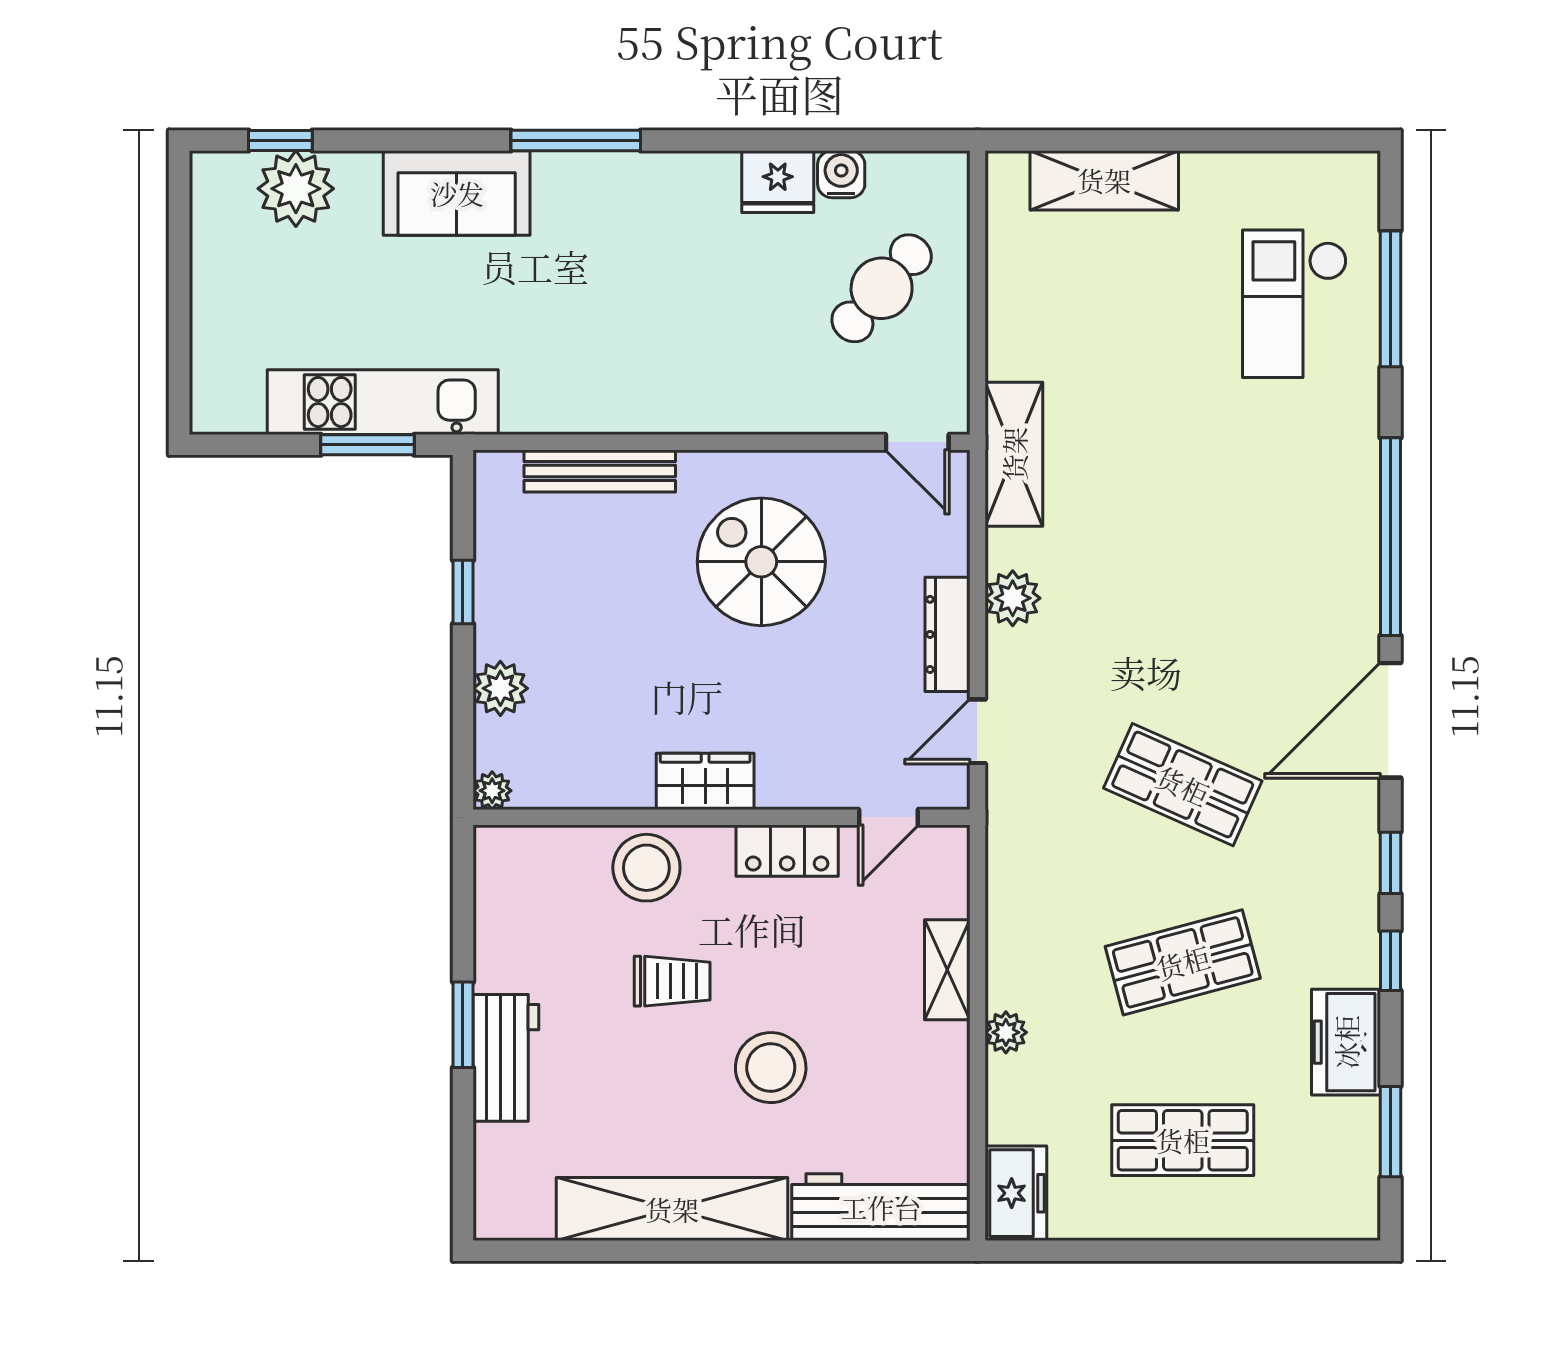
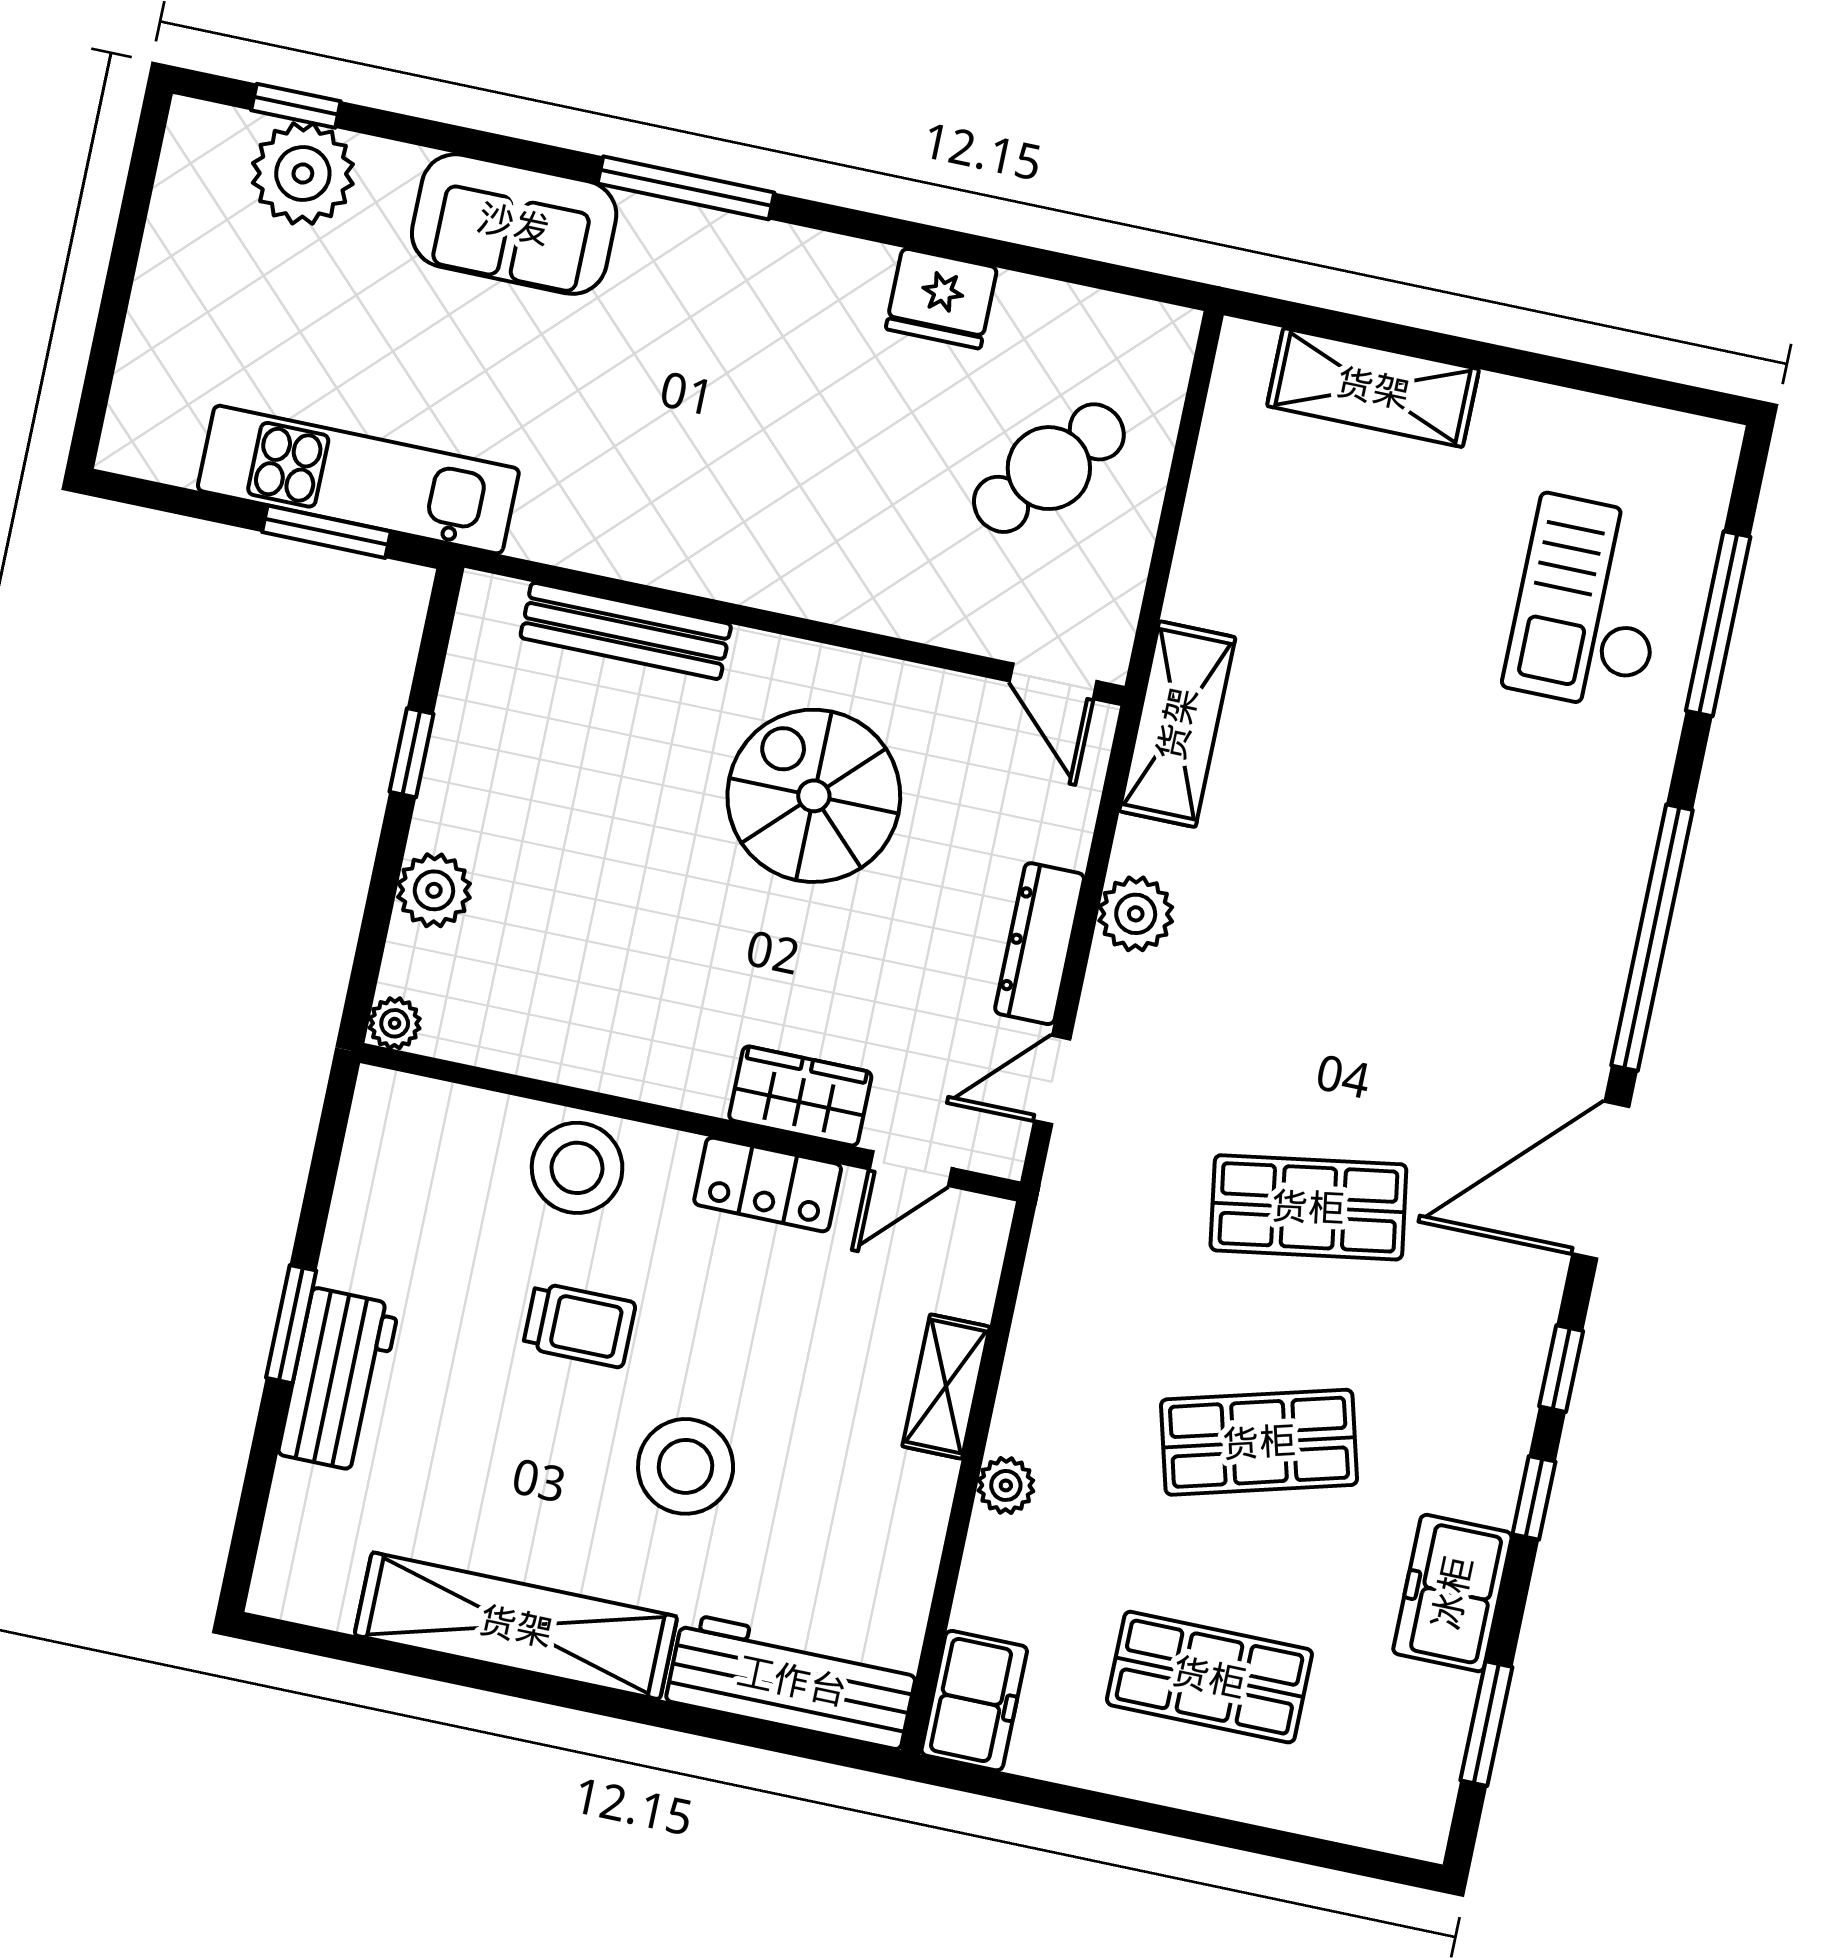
water cooler: (841, 174) -> (1027, 306), removed
wardrobe: (705, 781) -> (800, 1096), moved
shop shelf: (1183, 785) -> (1308, 1207), turned -33

